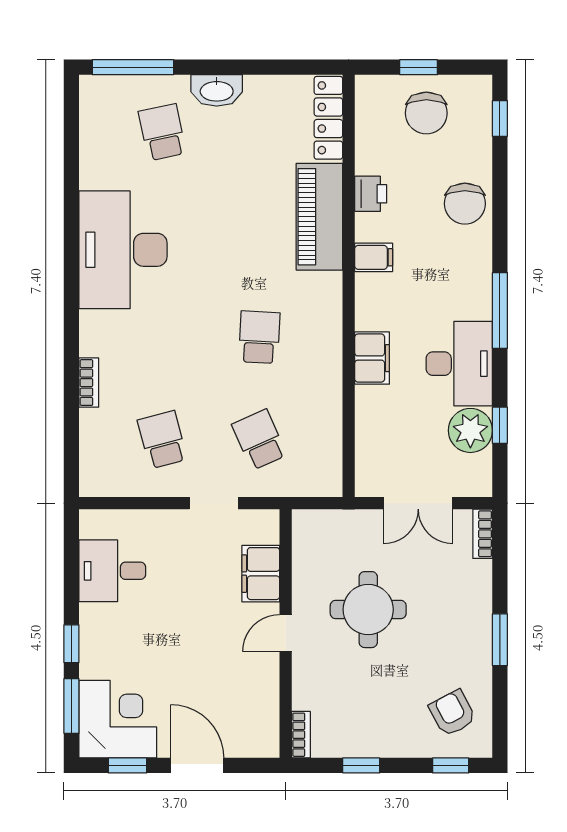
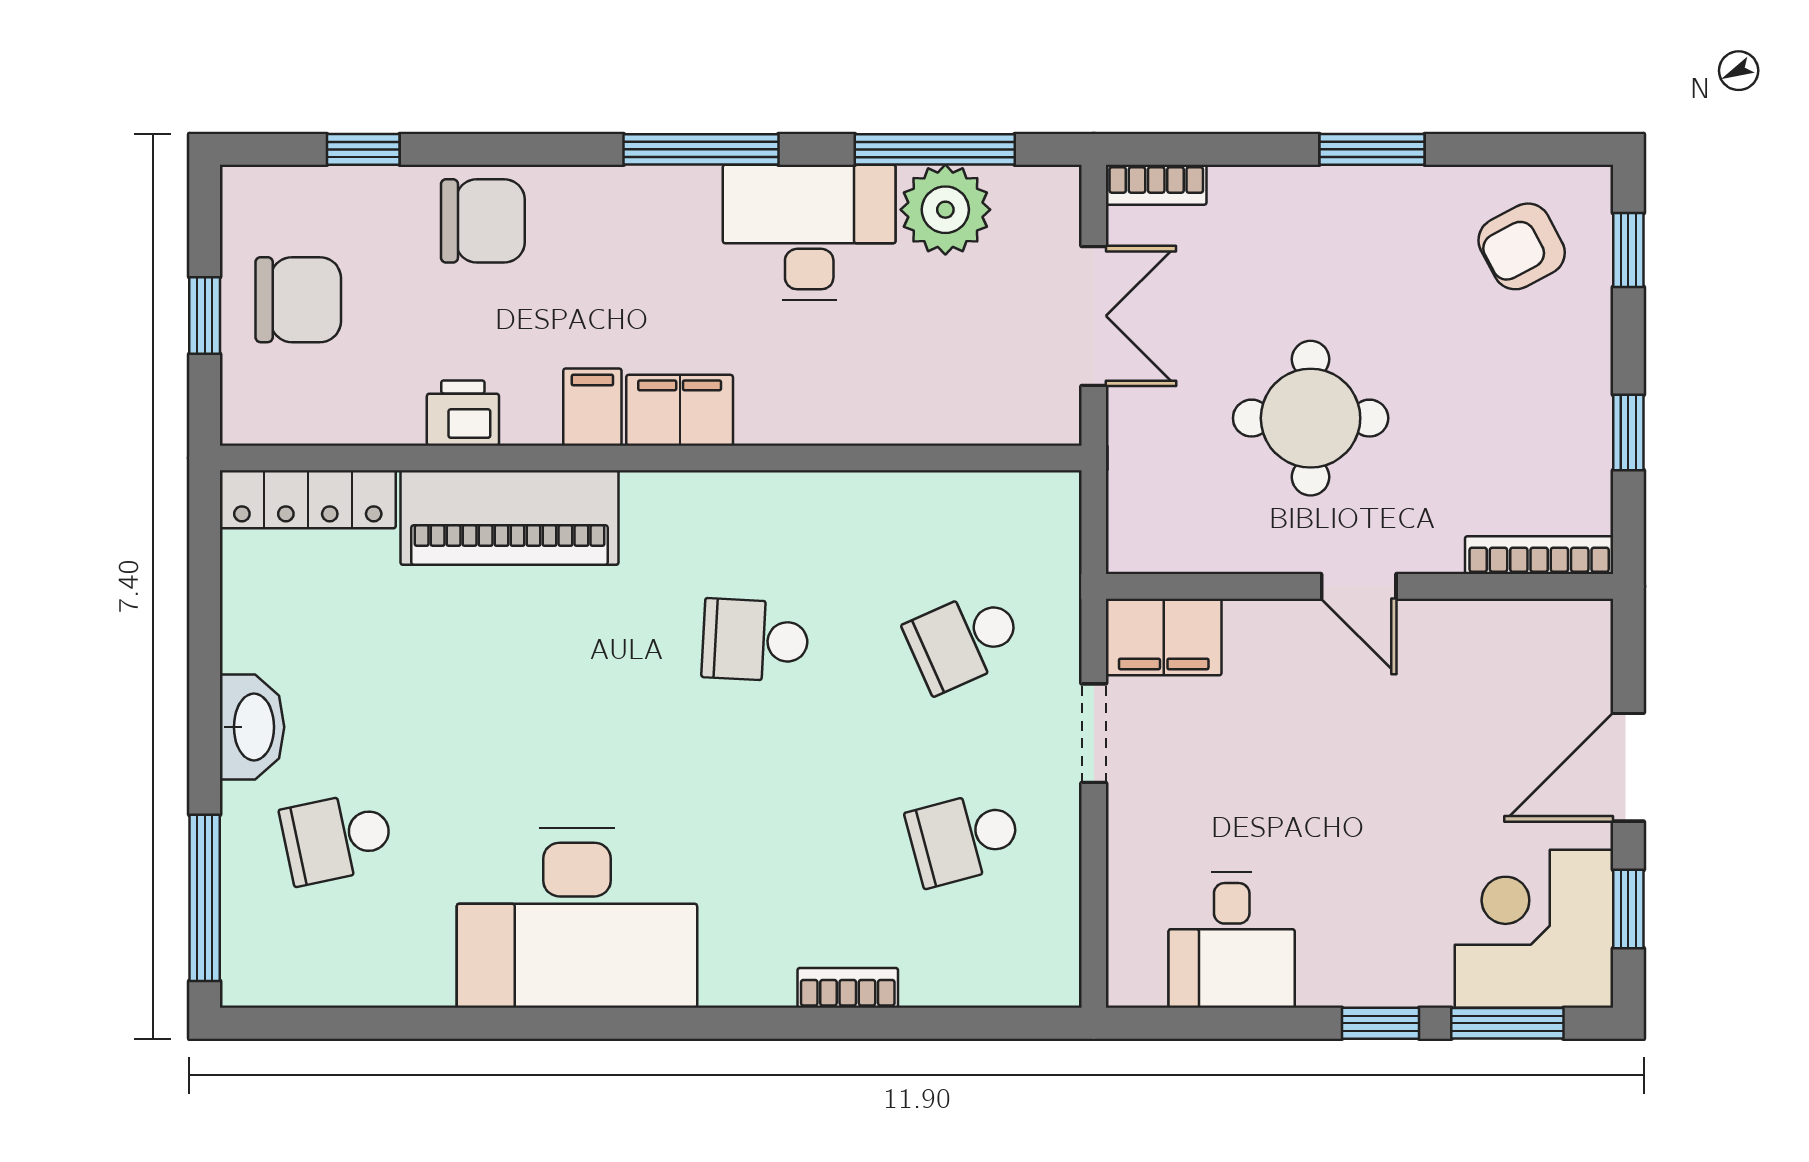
window: (500, 118) -> (363, 149), moved
filing cabinet: (372, 358) -> (680, 410), moved
window: (500, 425) -> (935, 149), width x2.17
filing cabinet: (261, 574) -> (1164, 637), moved
bookcase: (301, 735) -> (1539, 555), width x1.56

